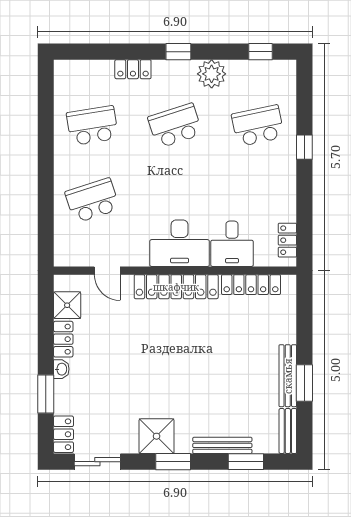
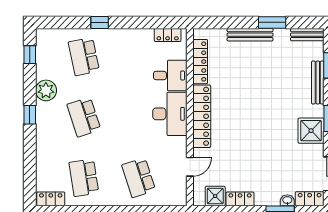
locker: (133, 69) -> (51, 199), moved, turned -90
washbasin: (61, 369) -> (287, 200), moved
bench: (288, 376) -> (250, 35), moved

